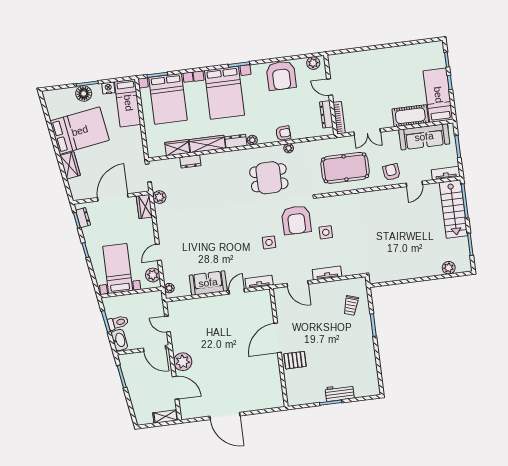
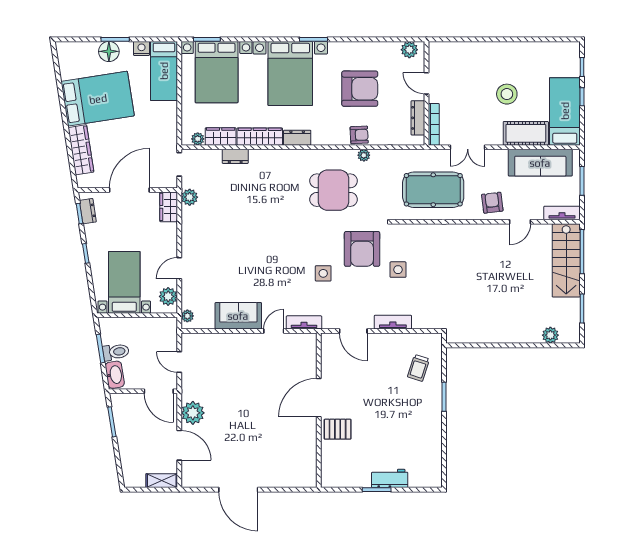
armchair: (281, 76) -> (360, 89), moved, turned -90
stool: (392, 88) -> (507, 94), added
plant: (252, 140) -> (198, 139), moved
wardrobe: (70, 165) -> (81, 150), width x1.50

